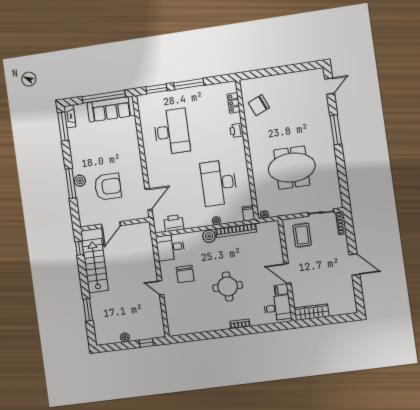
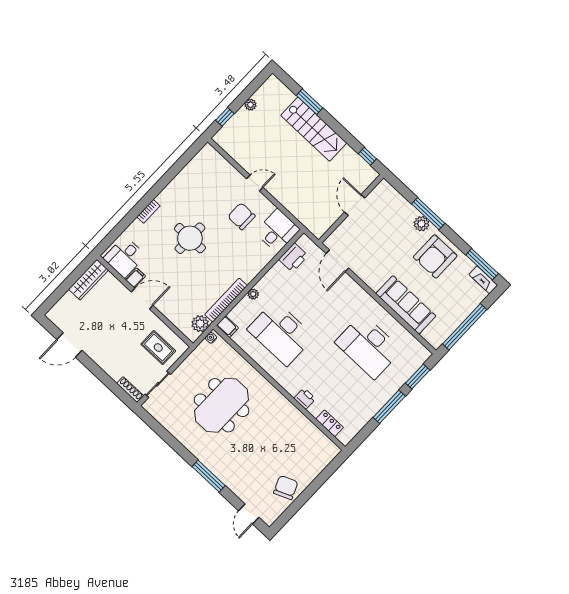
chair: (259, 105) -> (286, 487), moved
sofa: (111, 109) -> (406, 305), moved, turned 90
desk: (219, 183) -> (281, 333), turned 180
armchair: (108, 187) -> (435, 256), moved
plant: (209, 236) -> (200, 324), moved
door: (354, 264) -> (69, 345), moved
stairs: (95, 266) -> (314, 129), moved

